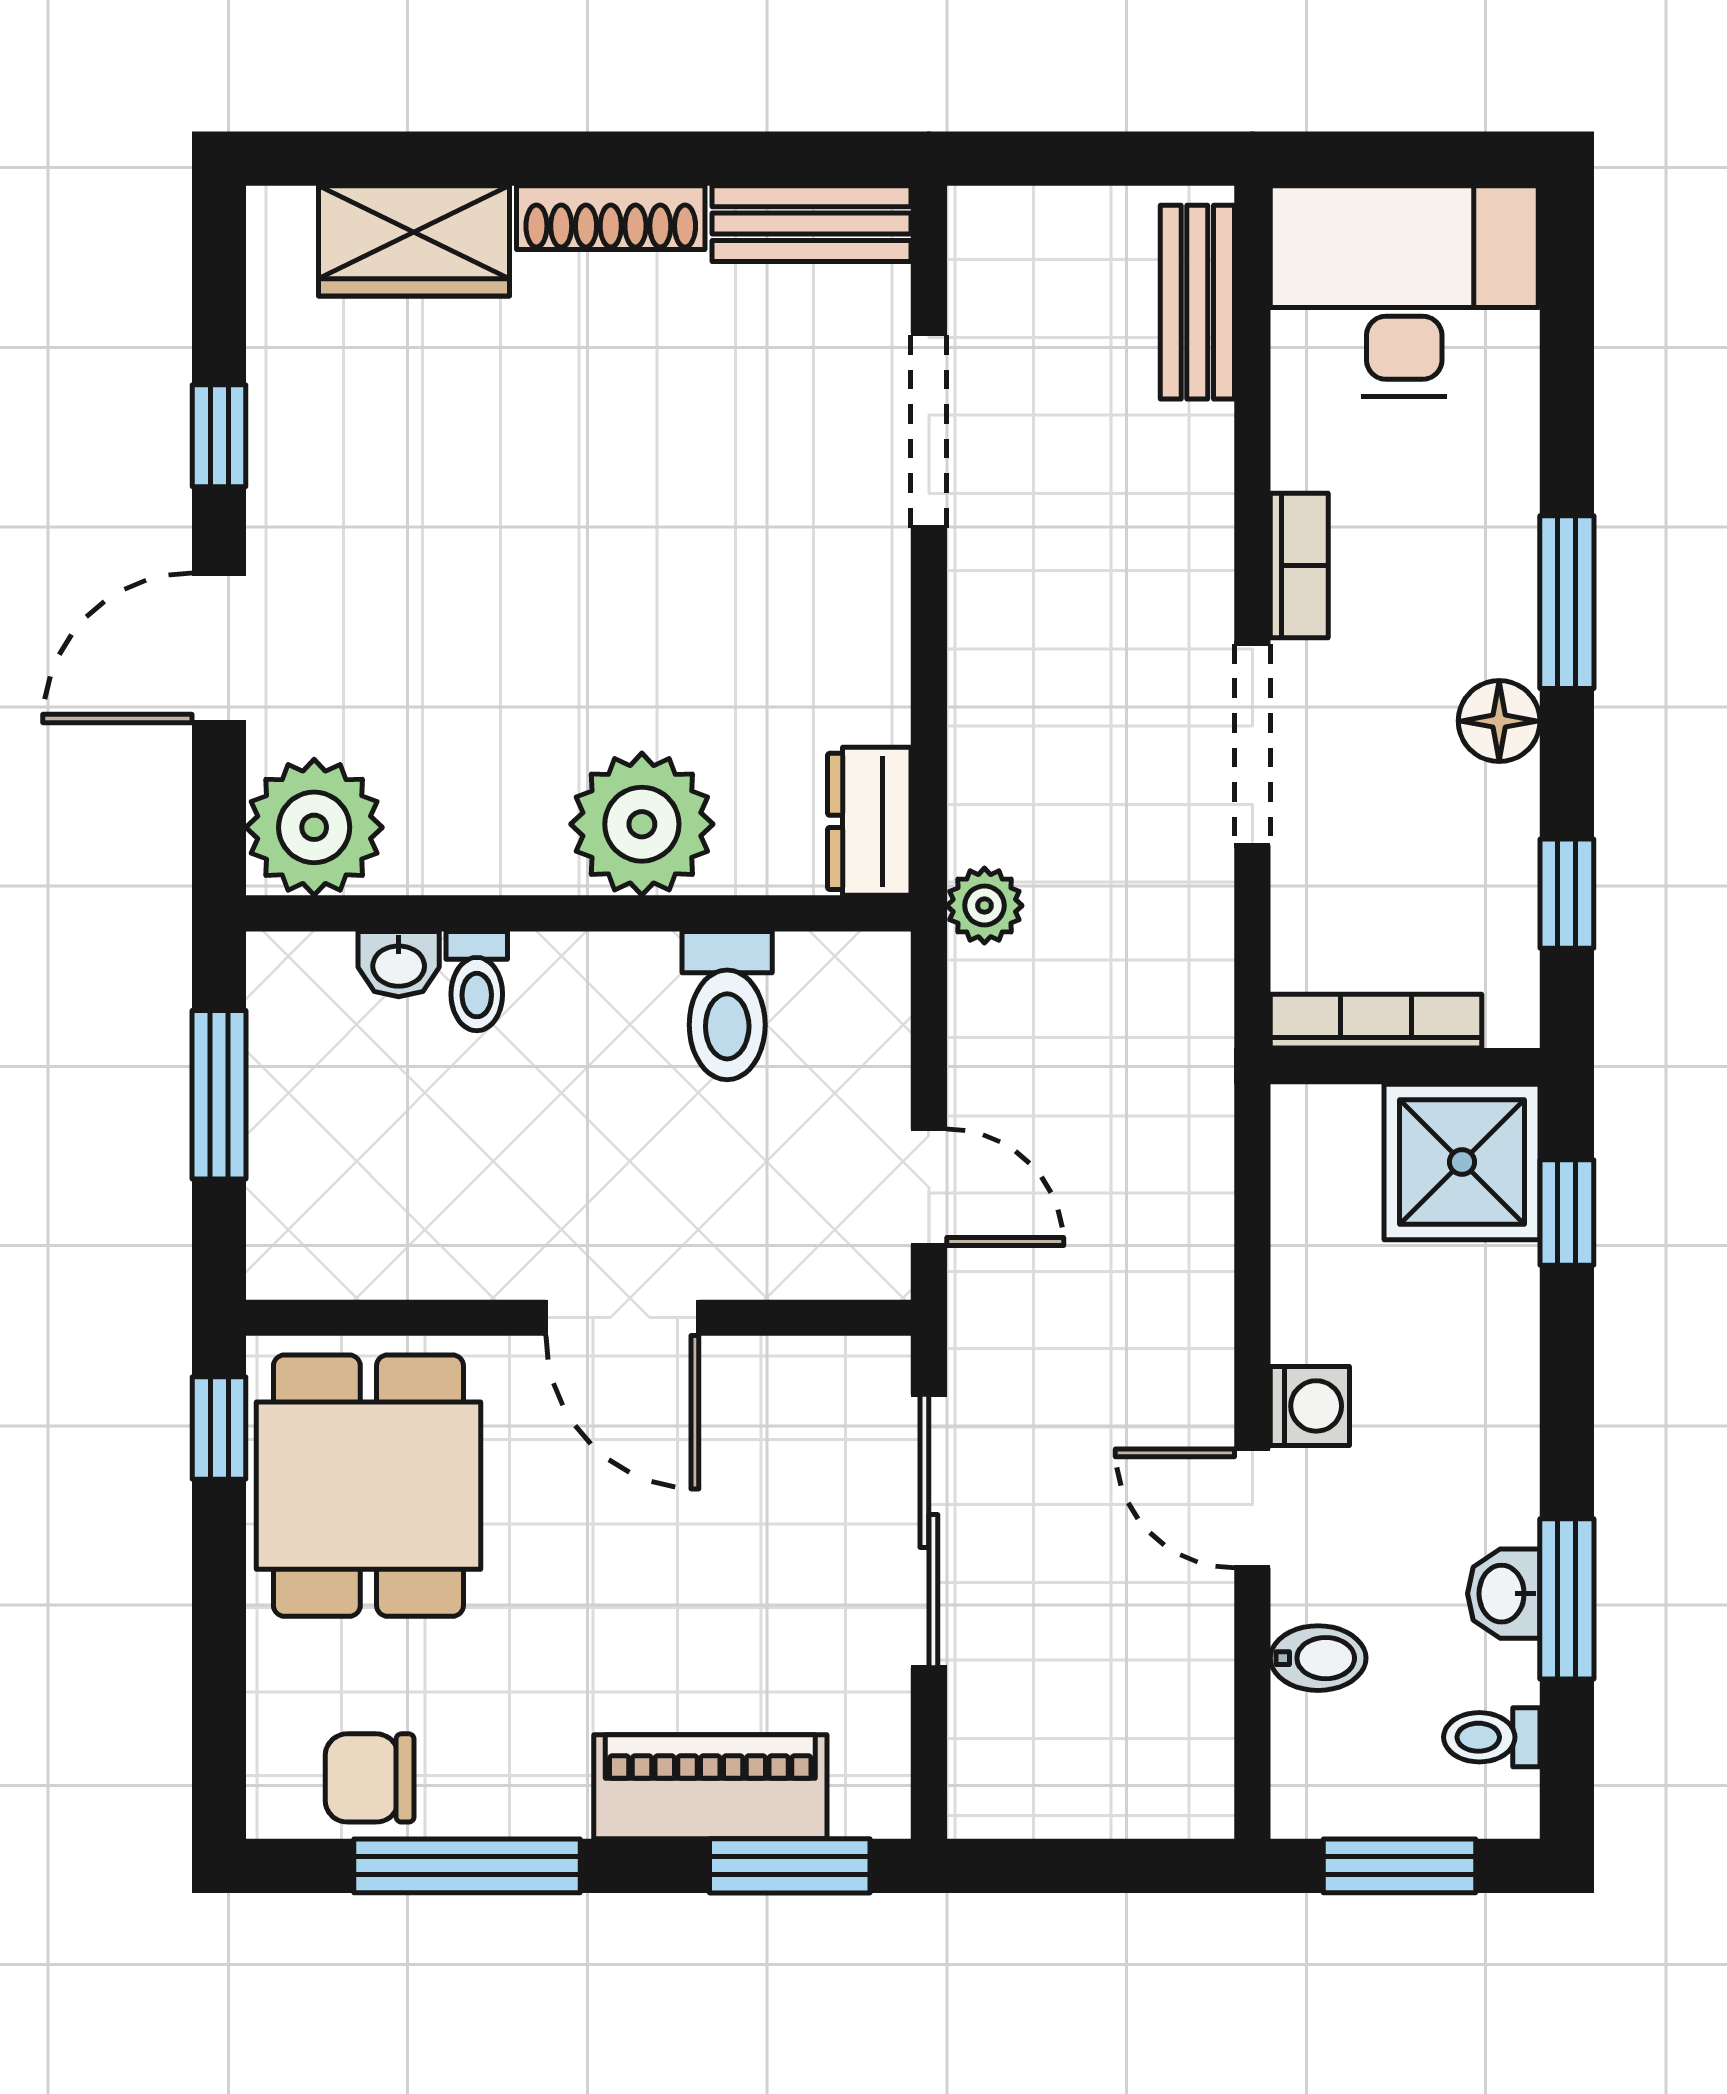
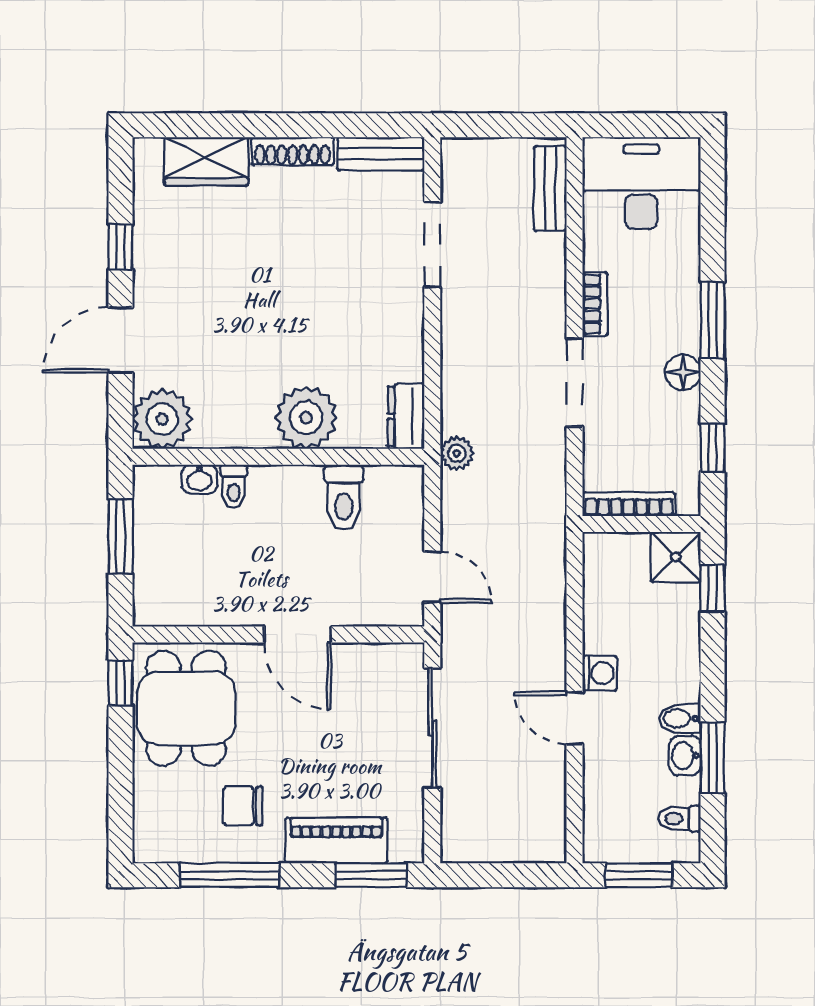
shower: (1462, 1162) -> (676, 557), width x0.73, depth x0.73
bidet: (1318, 1658) -> (680, 719), moved, turned 180
chair: (370, 1778) -> (243, 806), moved

